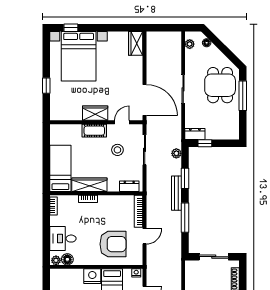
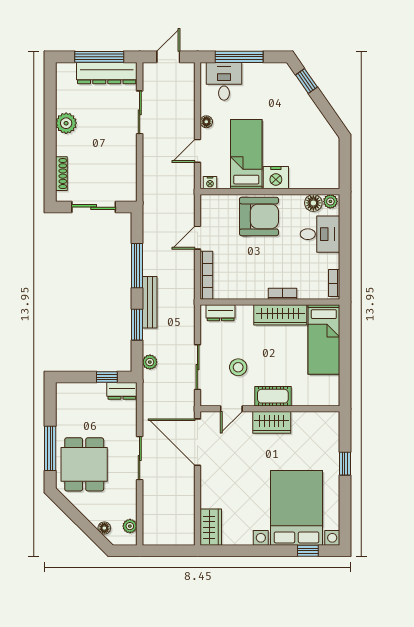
armchair: (113, 244) -> (259, 216), moved, turned 180

